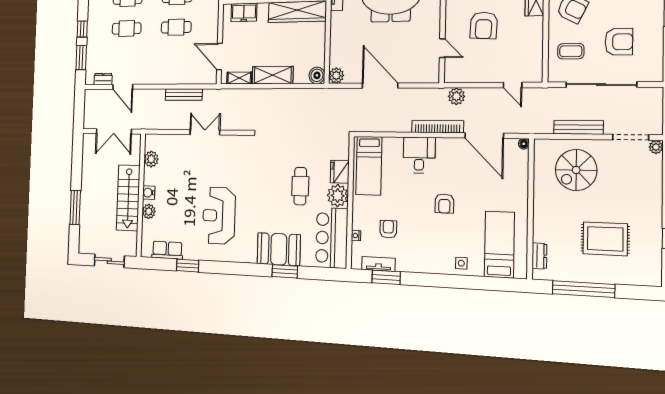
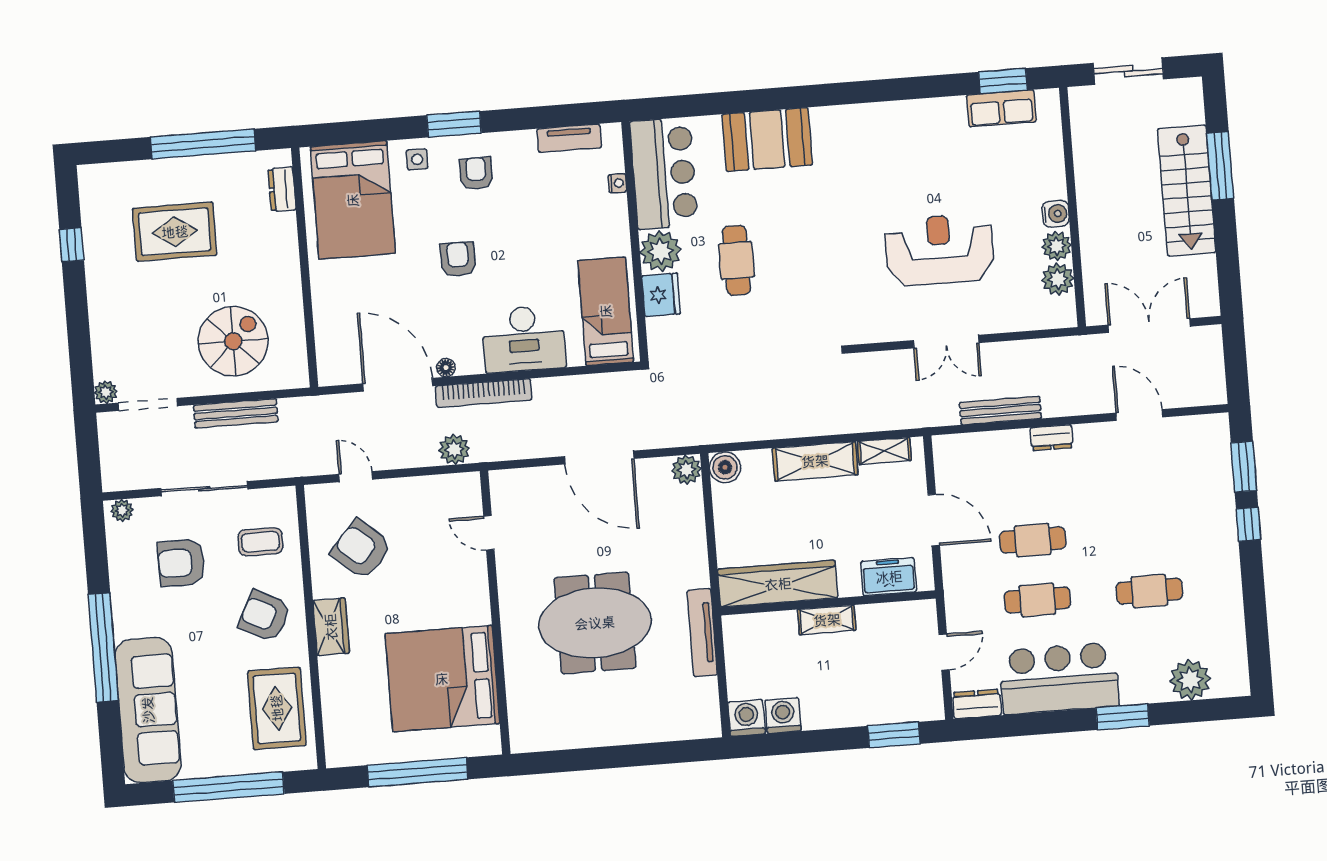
armchair: (484, 25) -> (361, 549), moved, turned -52
cafe table: (127, 28) -> (1145, 531), removed
door: (219, 57) -> (934, 520), moved
plant: (652, 75) -> (122, 510), added
dresser: (103, 79) -> (1052, 438), moved
sliding door: (601, 85) -> (204, 489), width x0.73
floor lamp: (524, 144) -> (446, 368), moved
desk: (419, 155) -> (524, 339), width x1.37
stairs: (128, 198) -> (1187, 191), moved, turned 180
plant: (149, 211) -> (1057, 246), moved
reception desk: (219, 216) -> (939, 250), moved, turned -90
armchair: (388, 229) -> (476, 173), moved, turned 180
bed: (499, 245) -> (353, 200), width x1.50
window: (188, 266) -> (1003, 81), moved
window: (285, 271) -> (750, 101), removed
window: (386, 277) -> (454, 124), moved

